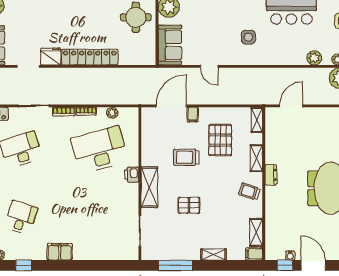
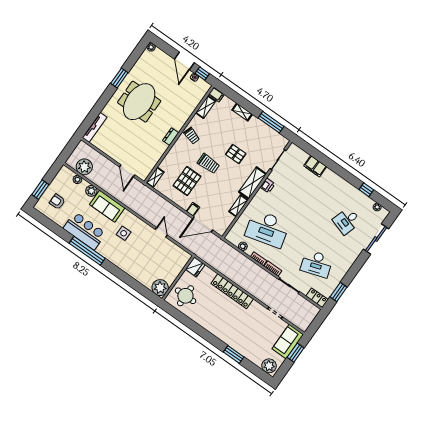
sofa: (170, 45) -> (107, 206), moved, turned -90
fridge: (51, 56) -> (195, 267), moved, turned -90
door: (291, 106) -> (127, 171), hinge flipped
trolley: (186, 157) -> (208, 164), moved
shelving: (256, 158) -> (238, 206), moved
printer: (132, 175) -> (268, 185), moved
filing cabinet: (60, 252) -> (315, 166), moved

